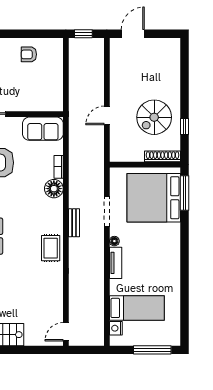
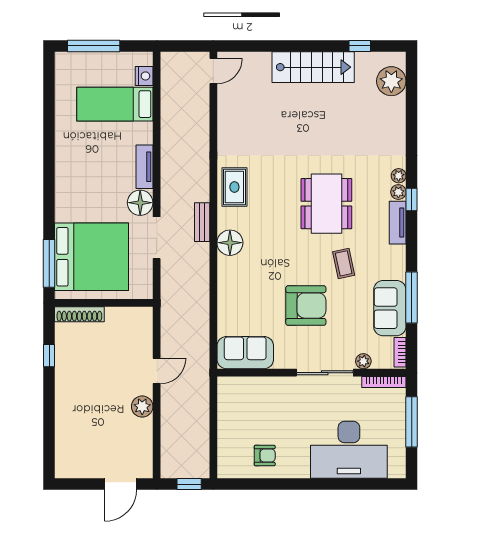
plant: (117, 90) -> (142, 407), added
spiral stairs: (154, 117) -> (91, 368), removed
bookcase: (59, 167) -> (223, 300), removed
floor lamp: (54, 189) -> (230, 243), moved
floor lamp: (114, 241) -> (140, 203), width x1.89, depth x1.89

